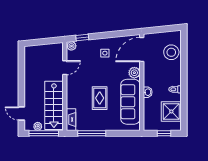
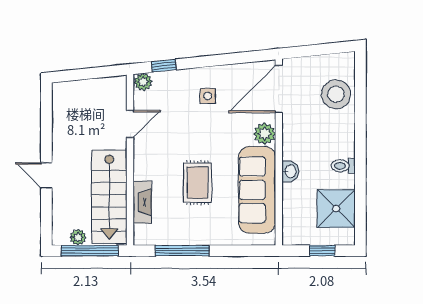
door: (21, 114) -> (46, 175), moved
fireplace: (71, 120) -> (142, 202), moved

